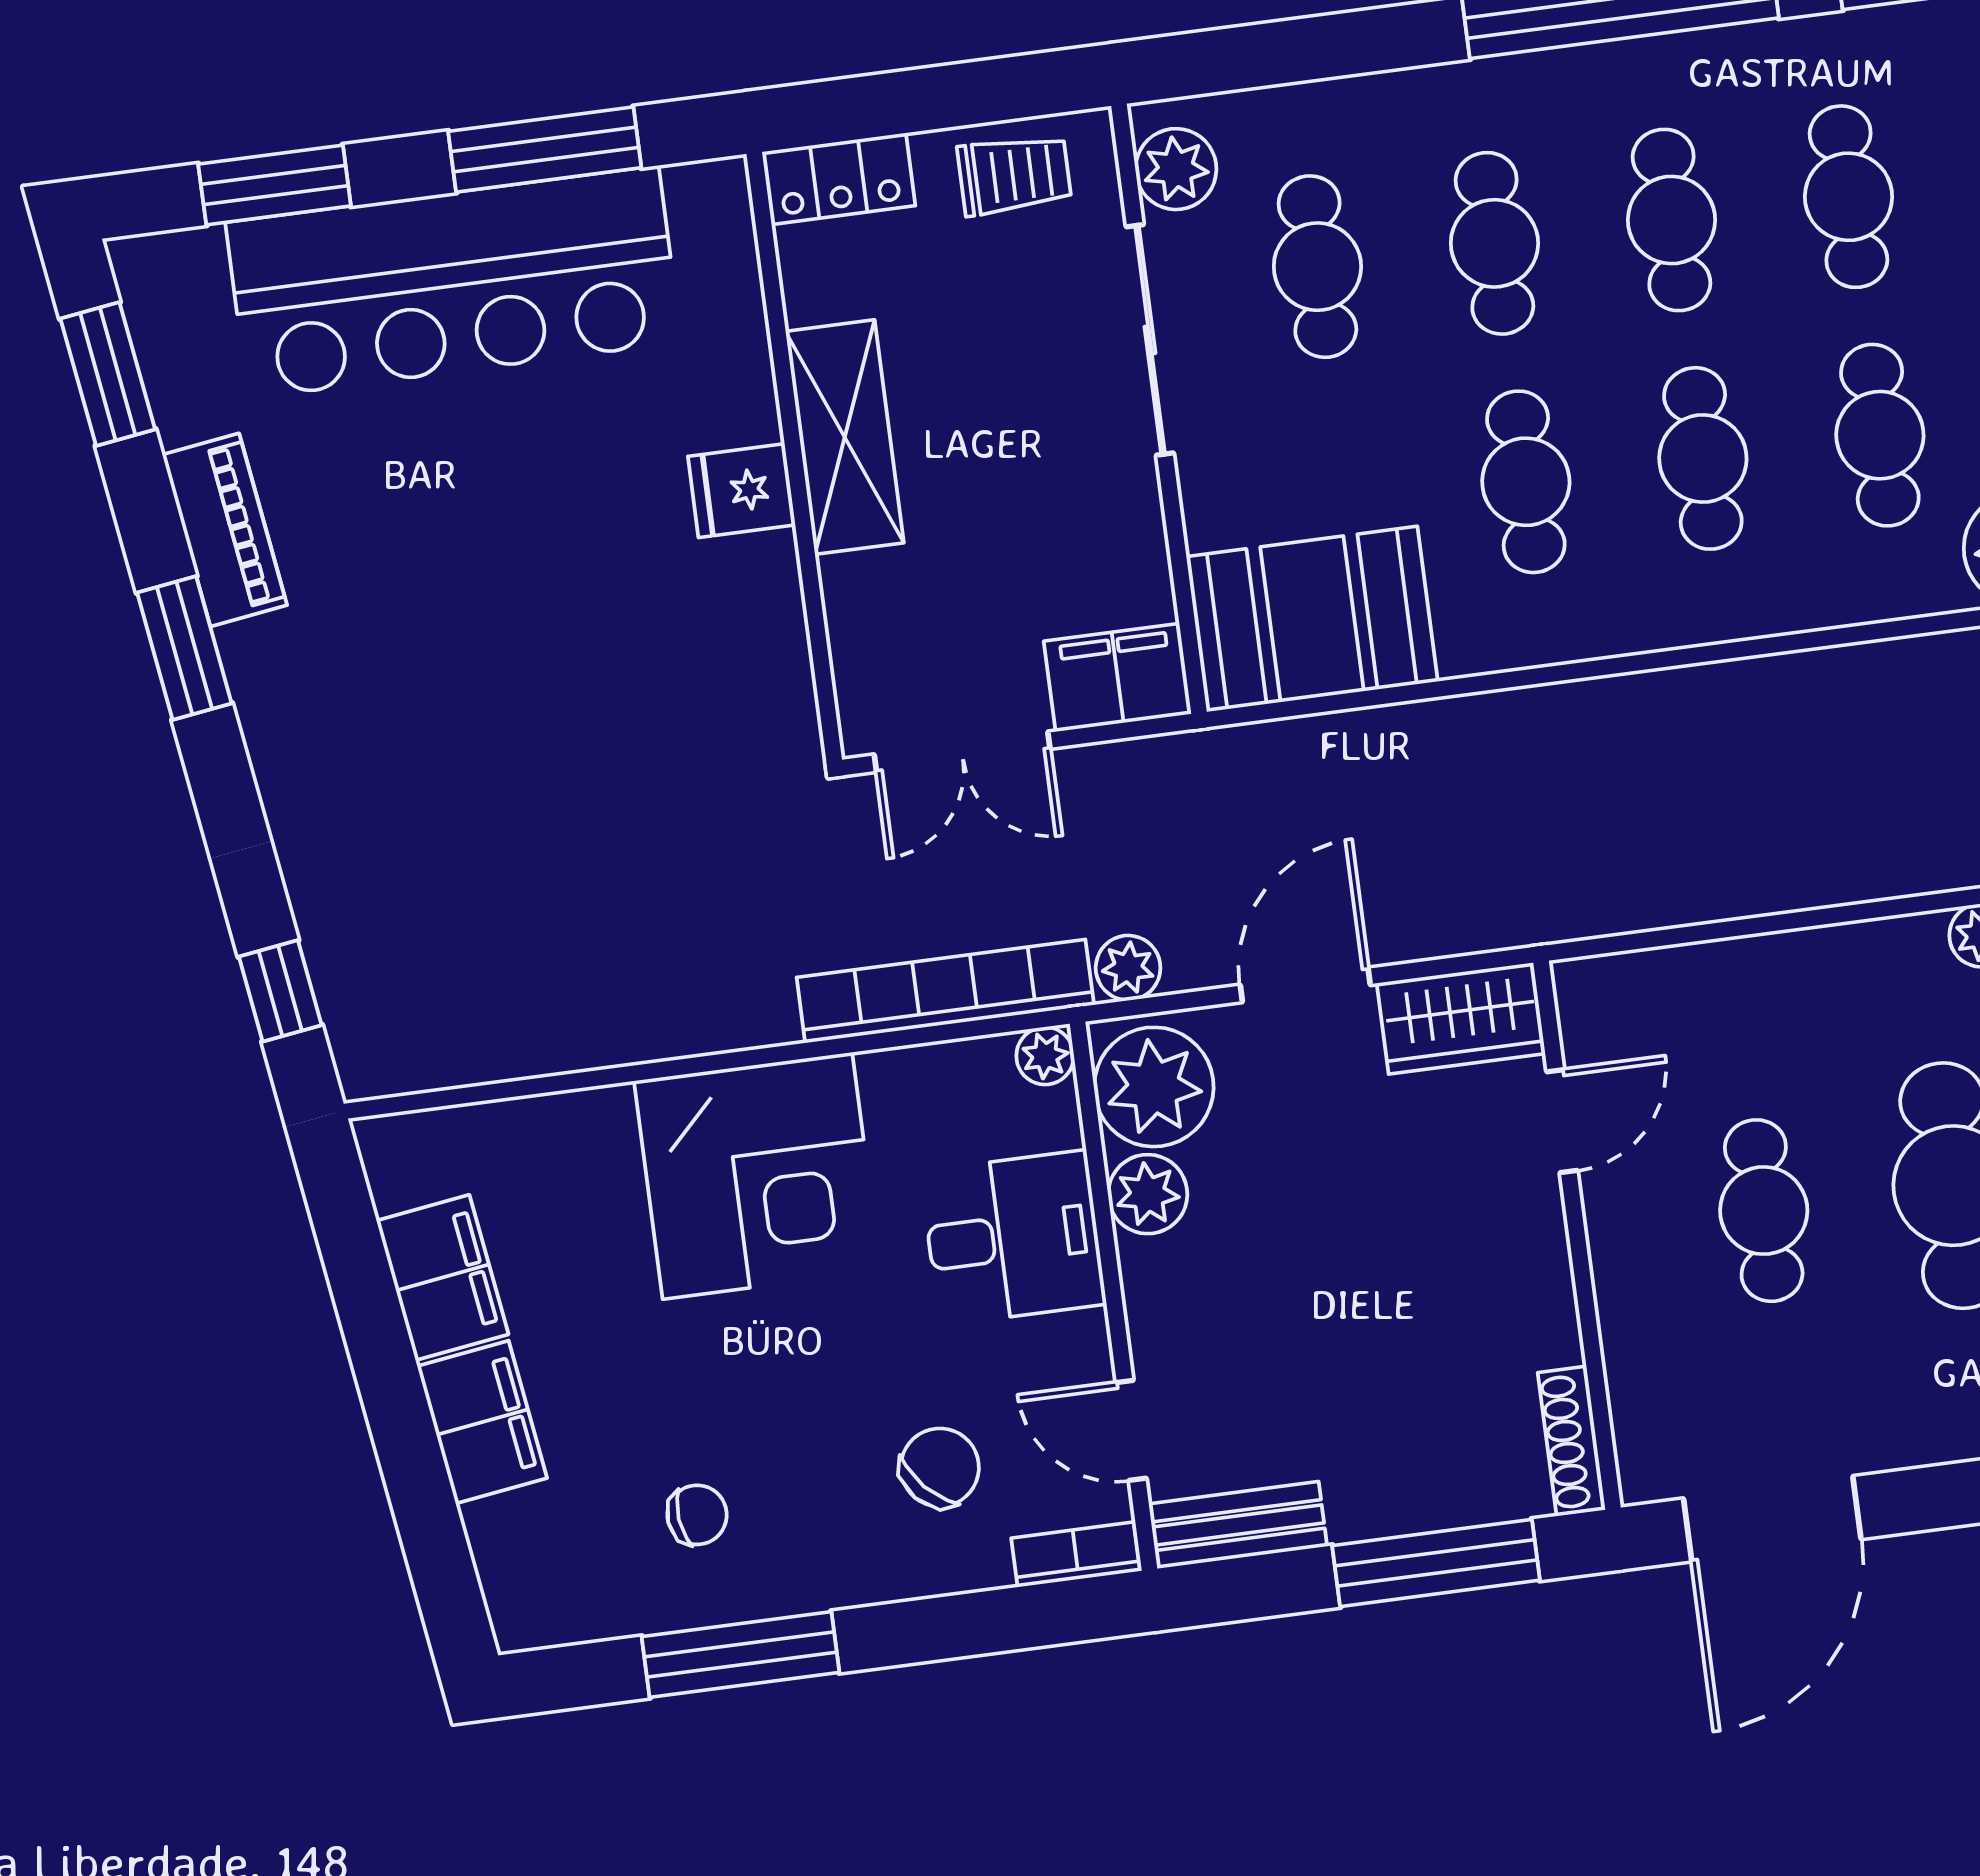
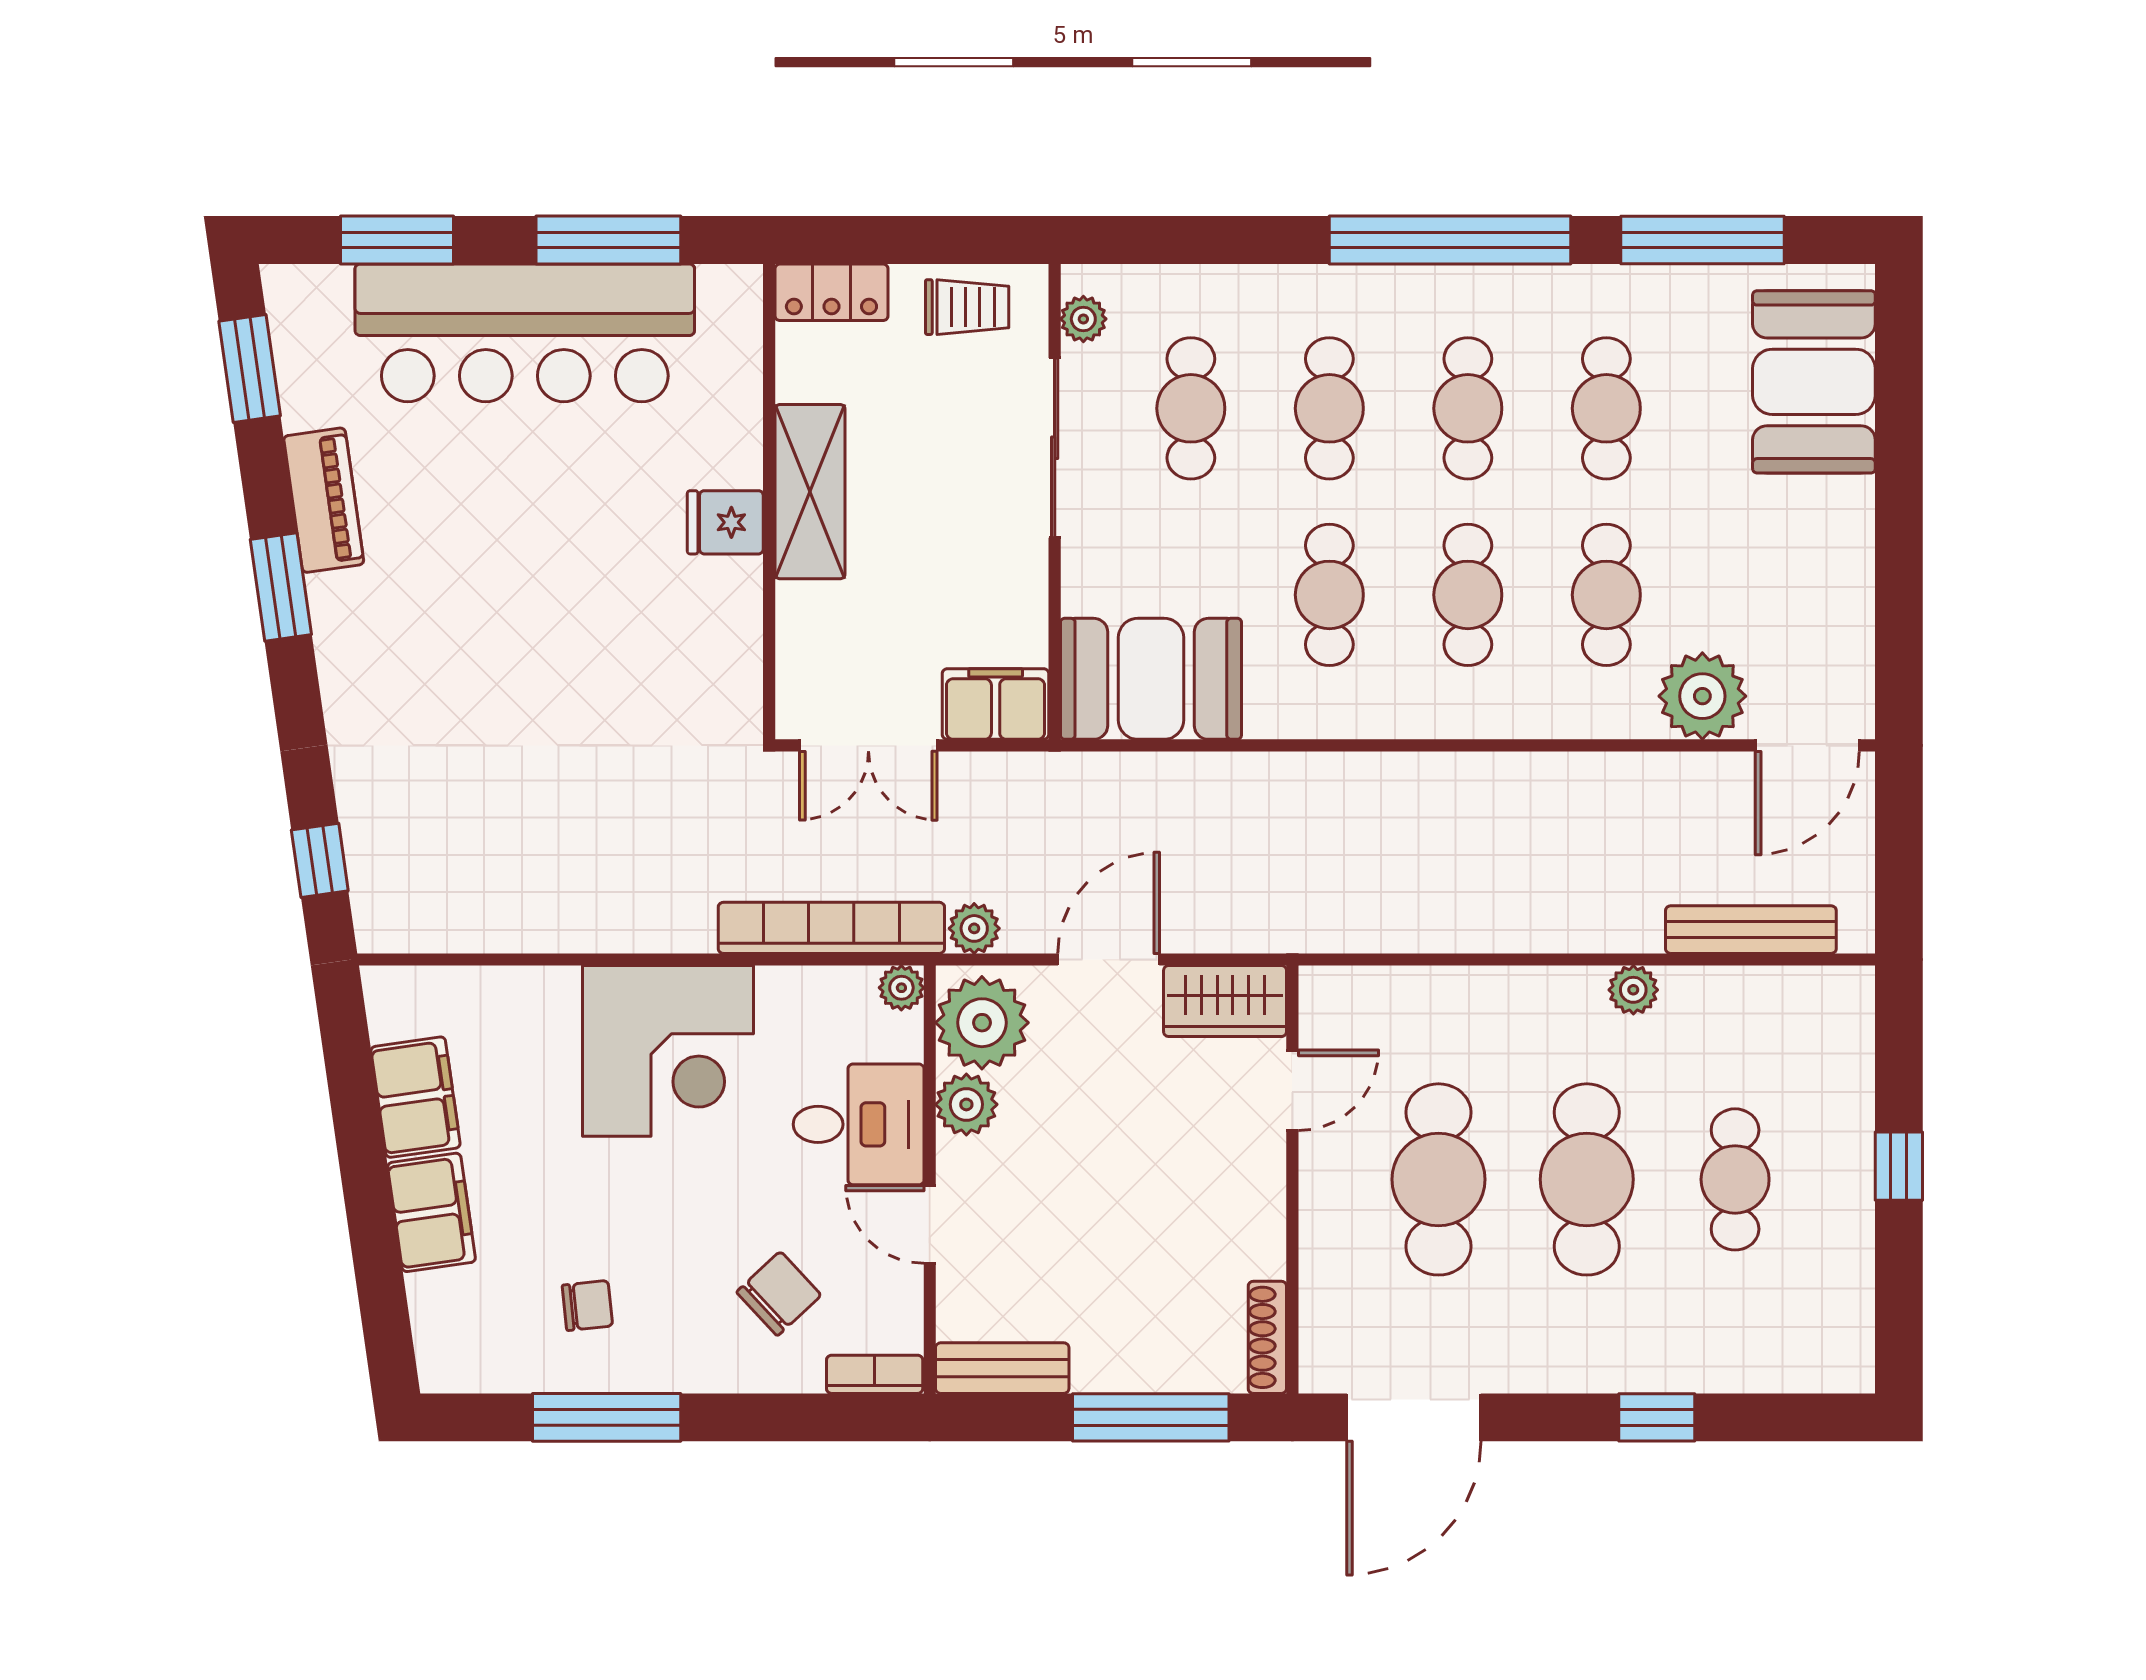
plant: (1176, 169) -> (1083, 319), width x0.73, depth x0.73
cafe table: (1764, 1211) -> (1438, 1179), width x1.37, depth x1.35
door: (1131, 1430) -> (930, 1224), moved

